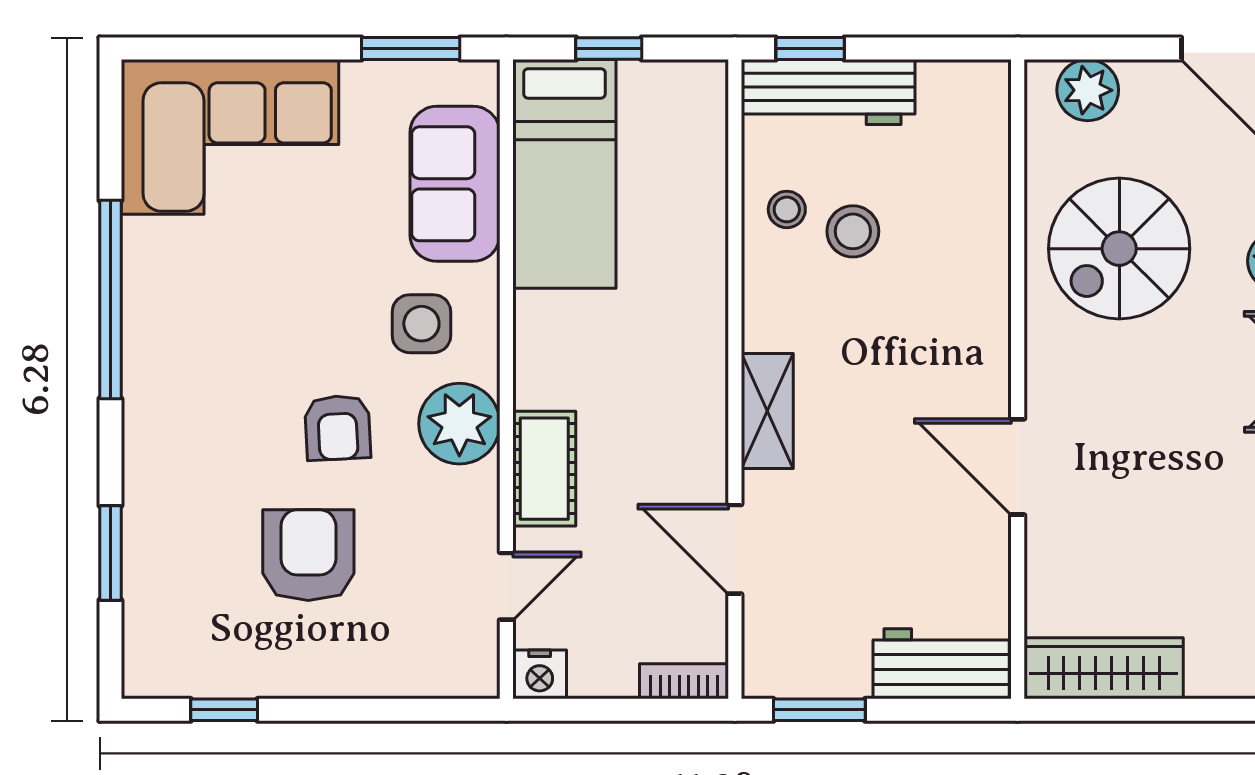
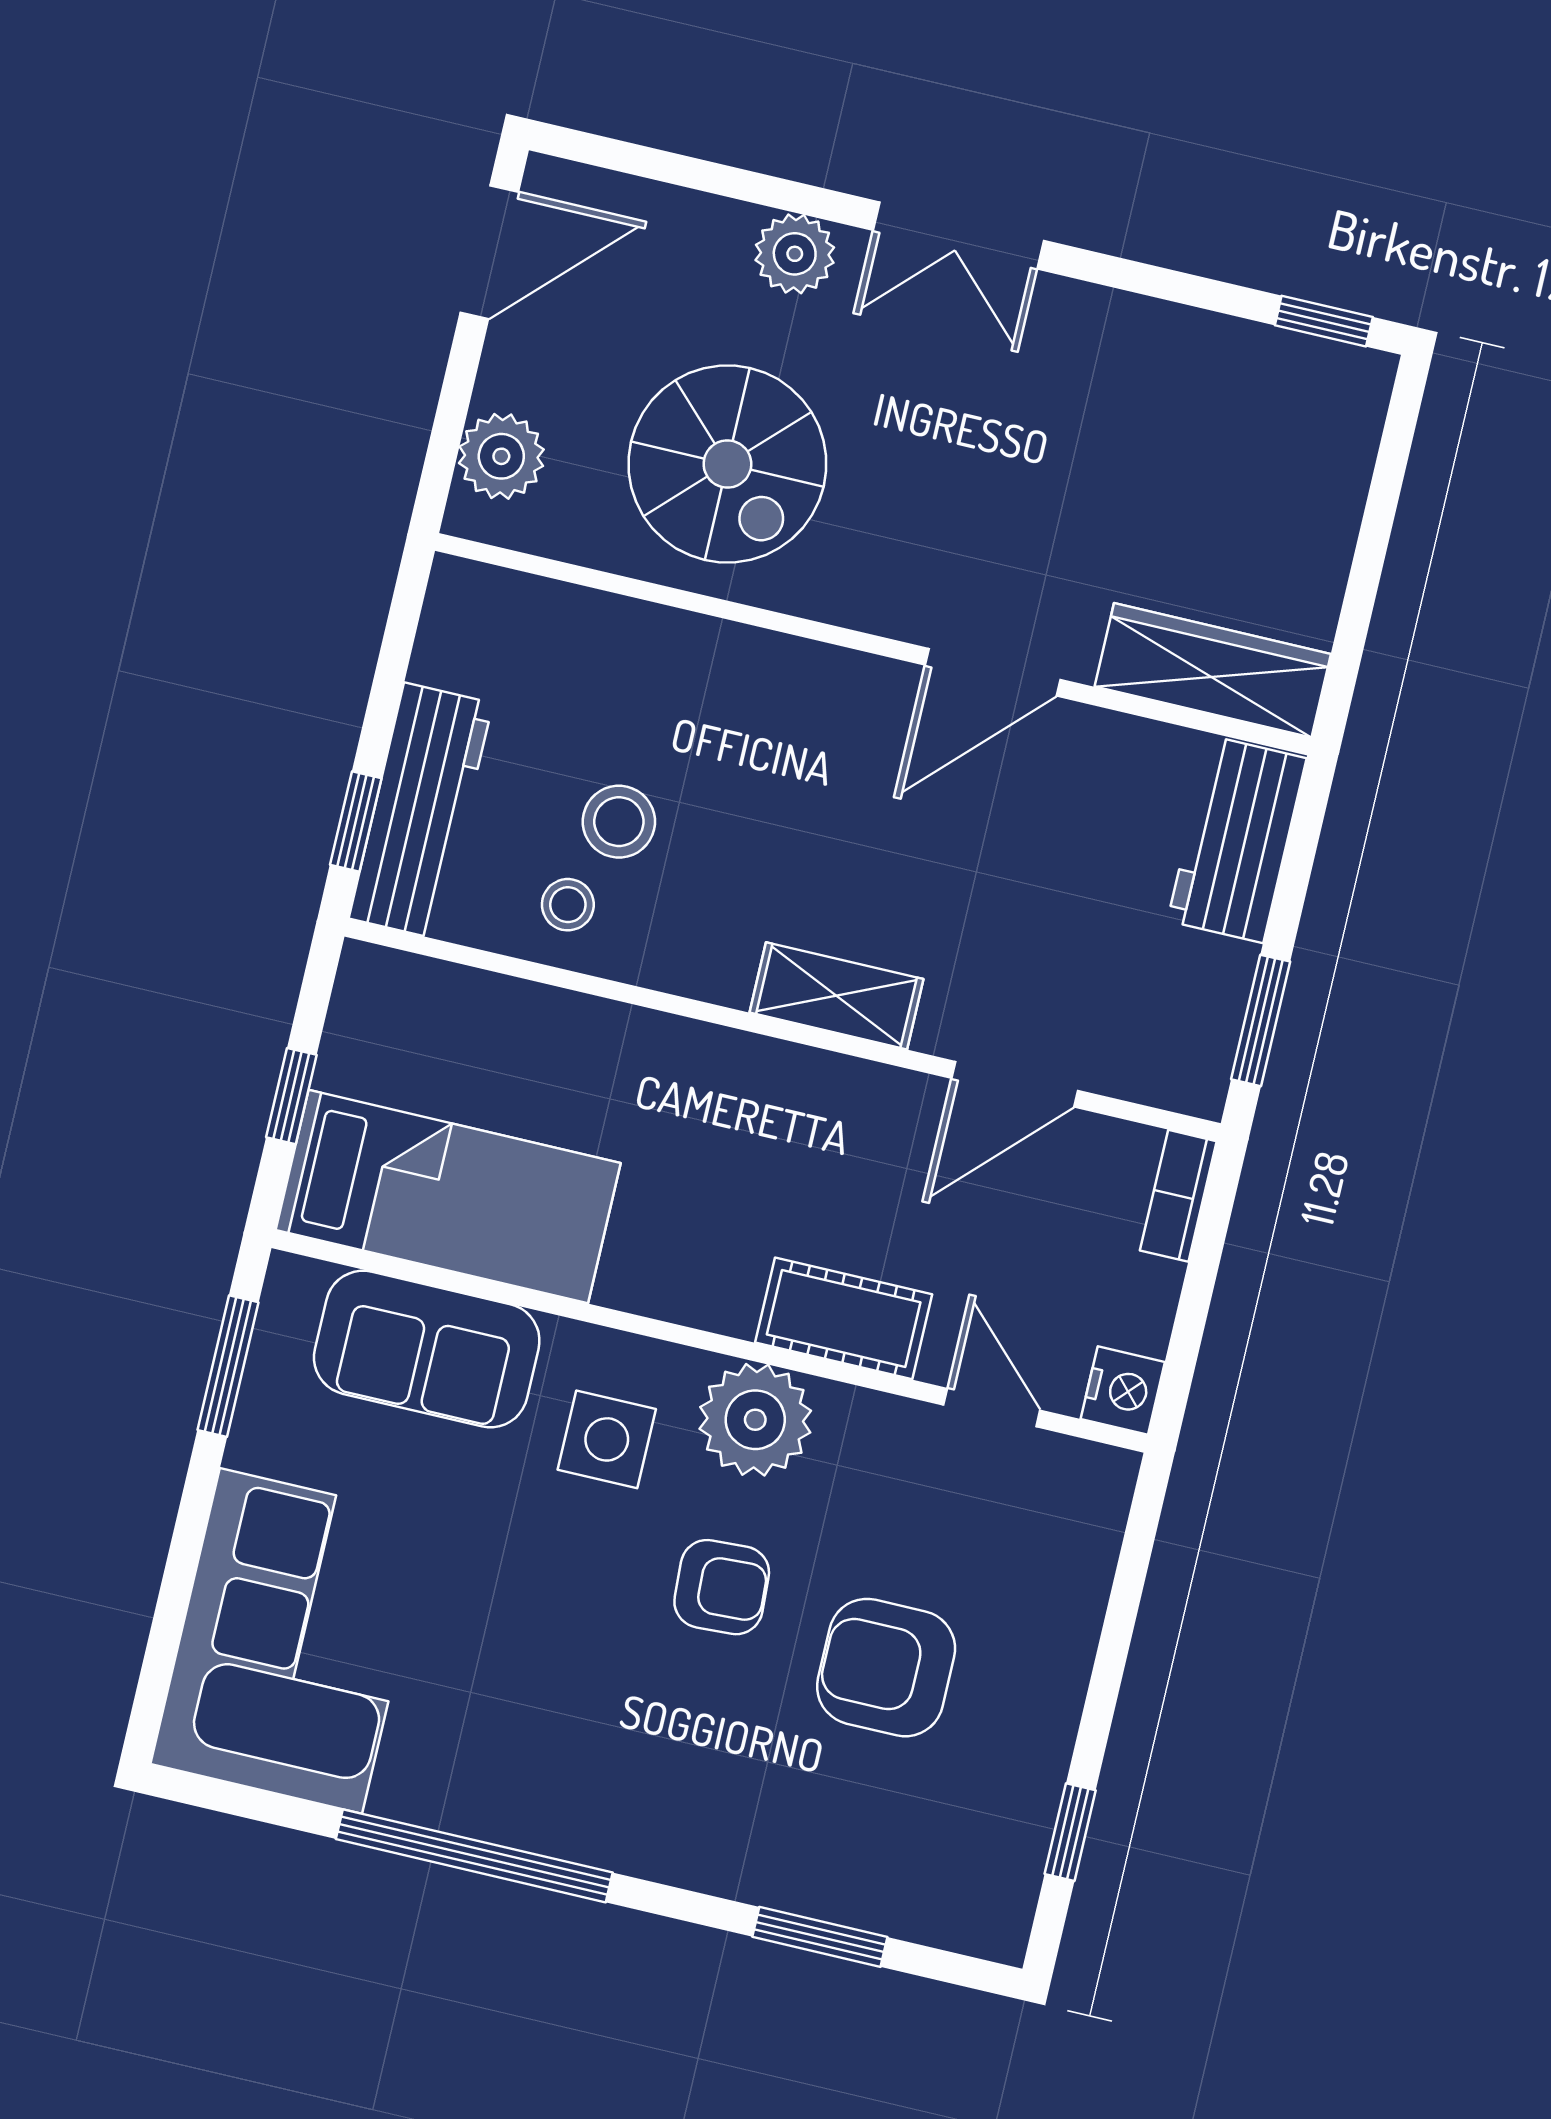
wardrobe: (1104, 668) -> (1213, 670), moved, turned 90

